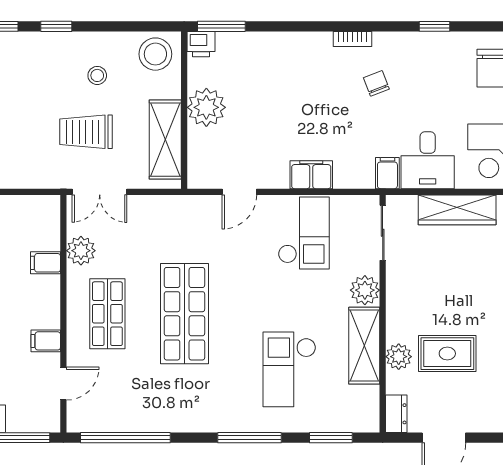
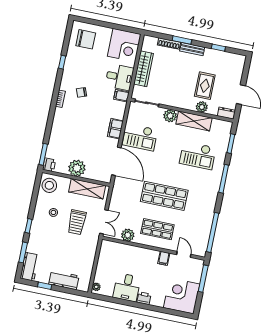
door: (239, 192) -> (116, 161), width x1.87
checkout: (304, 233) -> (140, 137), turned 180
filing cabinet: (45, 263) -> (130, 252), removed

